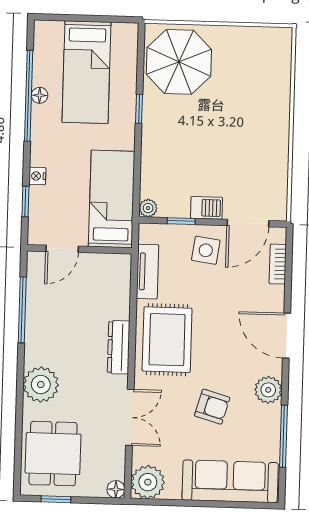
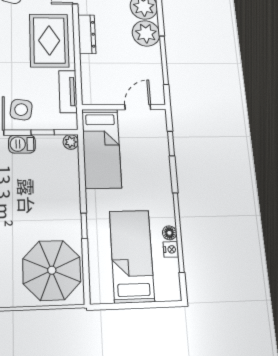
nightstand: (37, 176) -> (171, 249), moved
plant: (42, 347) -> (146, 33), added

